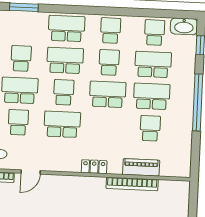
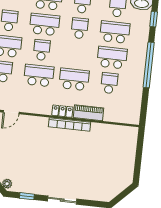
school desk: (108, 94) -> (74, 79), moved
piano: (141, 167) -> (88, 113), moved
bookcase: (132, 184) -> (70, 124), moved

